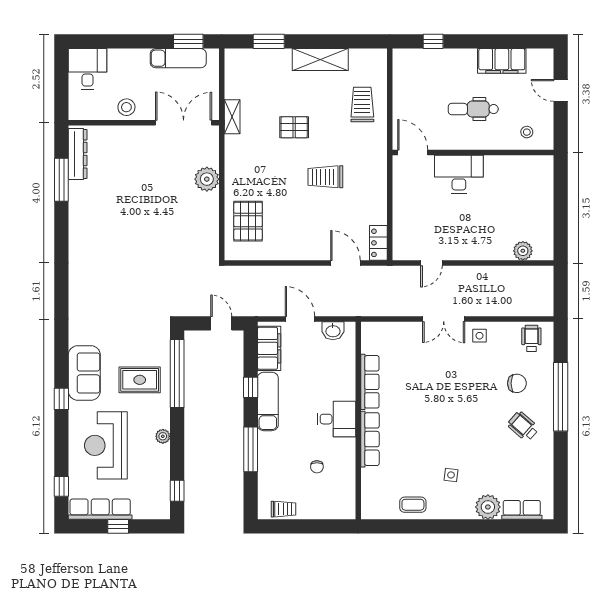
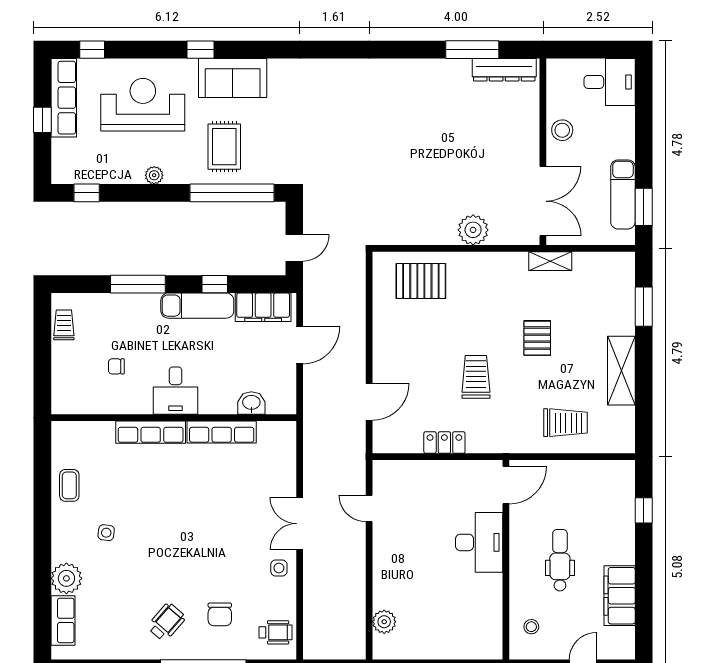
locker: (378, 243) -> (444, 443), moved
washbasin: (333, 331) -> (251, 403), moved, turned 90
trolley: (283, 509) -> (64, 325), turned 180

